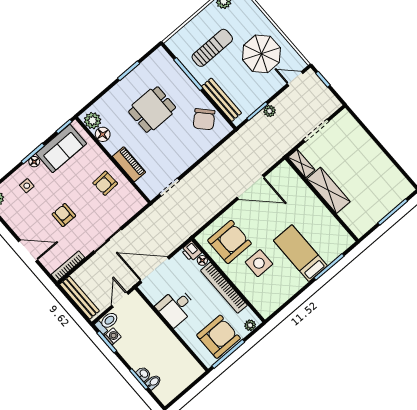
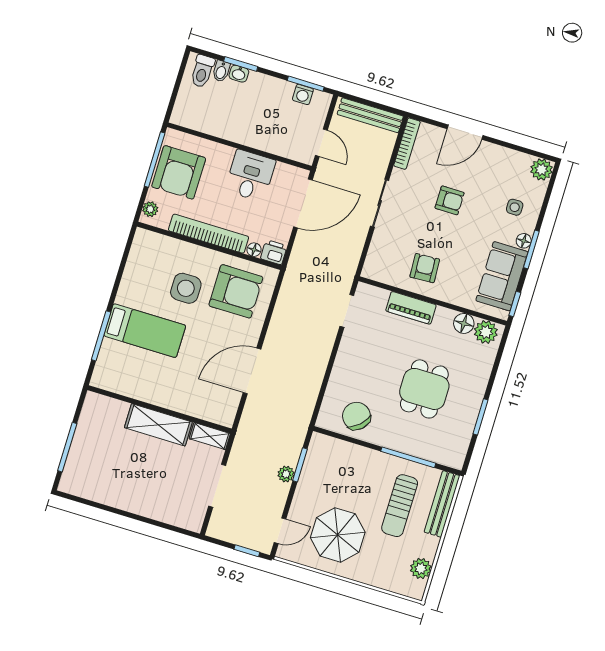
bench: (221, 100) -> (442, 504), moved, turned 90
armchair: (230, 242) -> (236, 291), turned -90
toilet: (107, 322) -> (202, 71), moved

